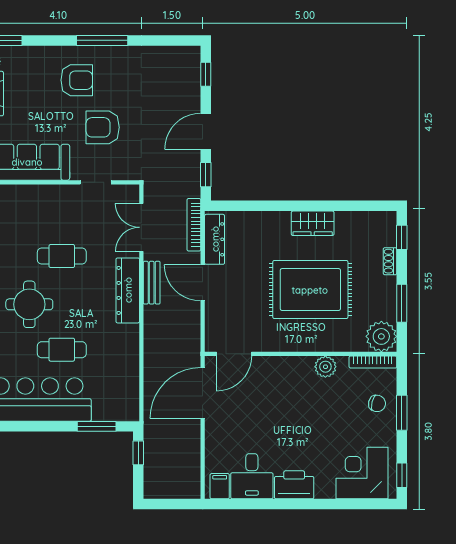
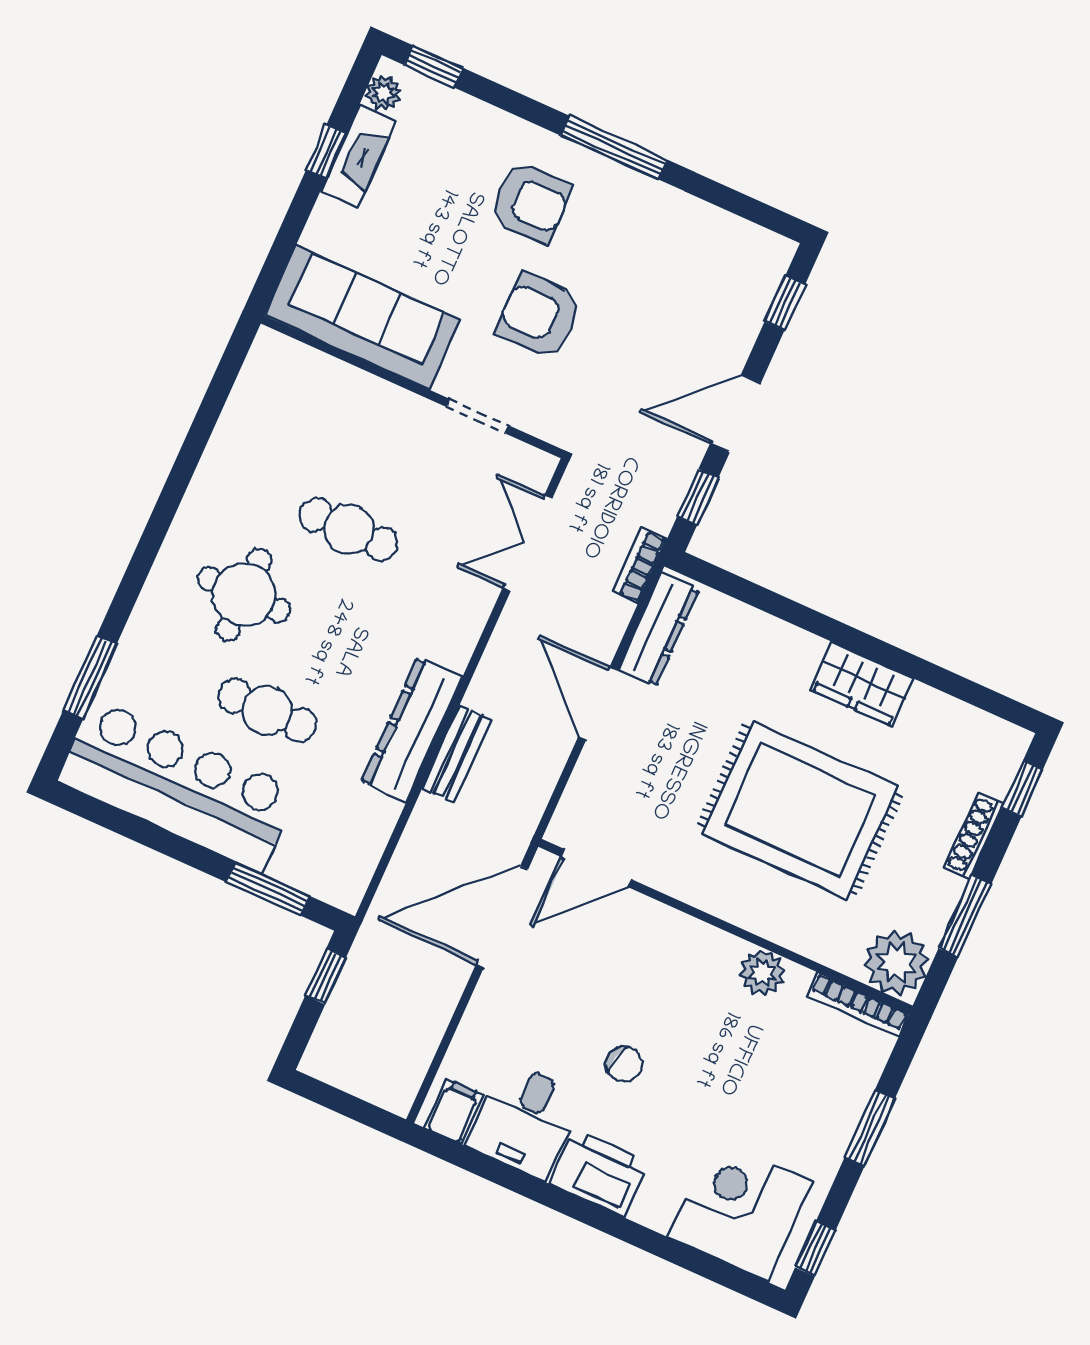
bookcase: (194, 225) -> (639, 565), width x0.64
shoe rack: (390, 261) -> (974, 836), width x1.43
bench: (152, 283) -> (457, 754), moved
dresser: (128, 290) -> (412, 730), moved
chair: (377, 403) -> (624, 1064), moved

